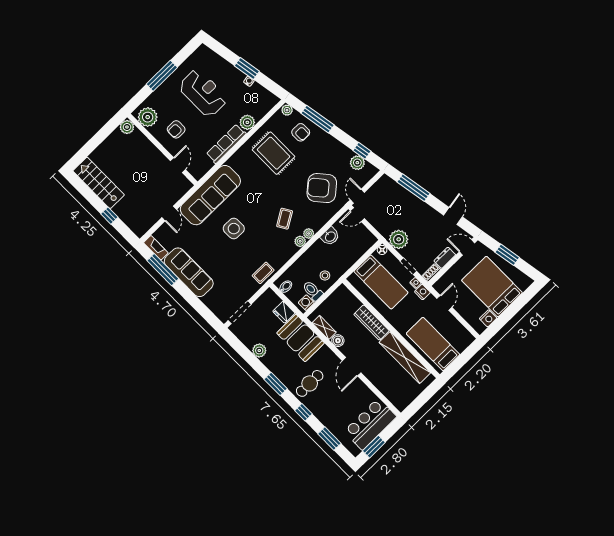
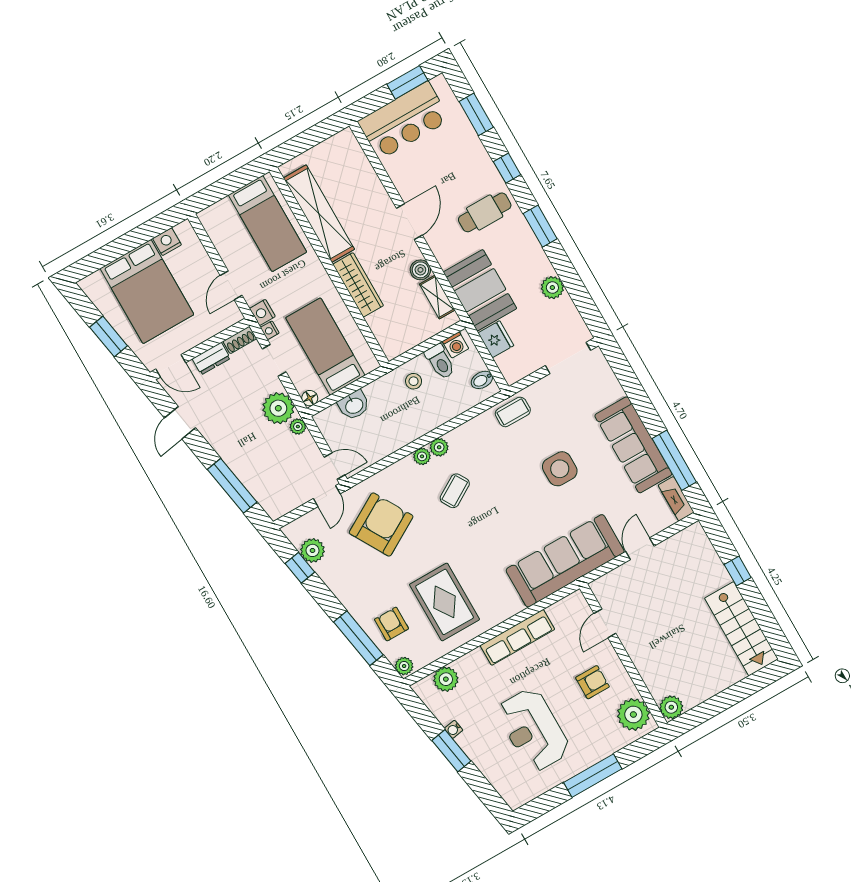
plant: (247, 122) -> (446, 679), moved
armchair: (322, 188) -> (381, 525), turned -80
side table: (234, 229) -> (560, 469), moved
plant: (385, 232) -> (298, 427), added
washbasin: (330, 236) -> (354, 405), moved, turned 180

